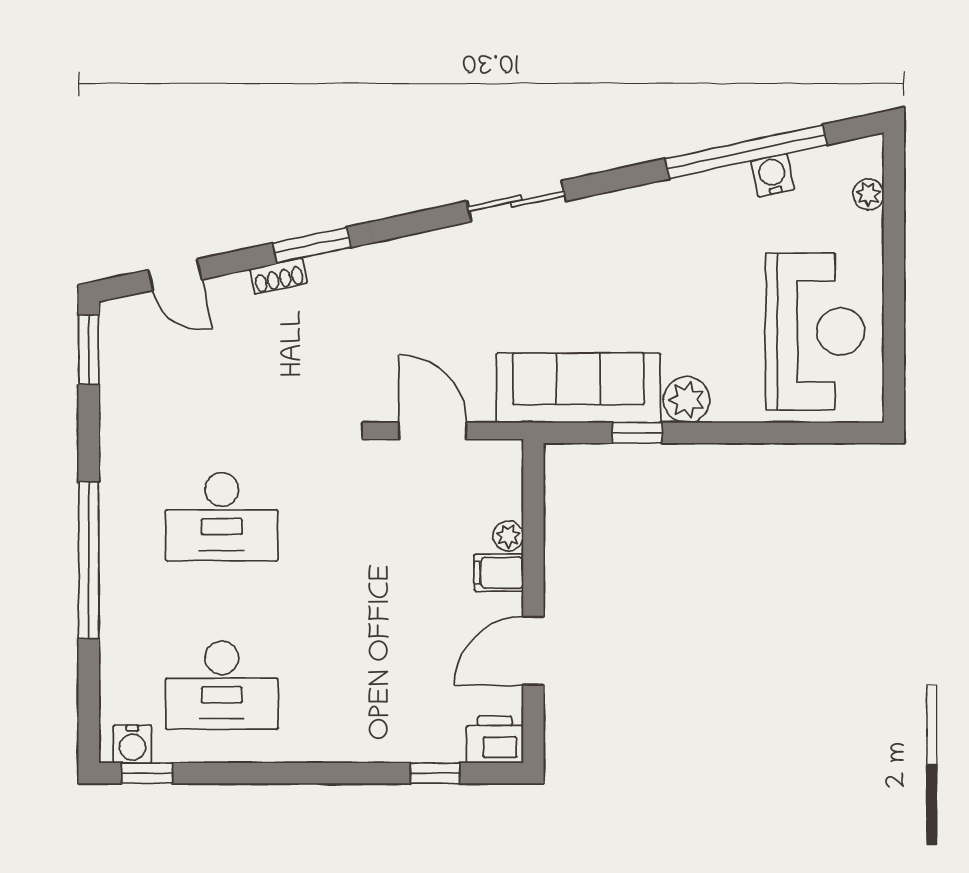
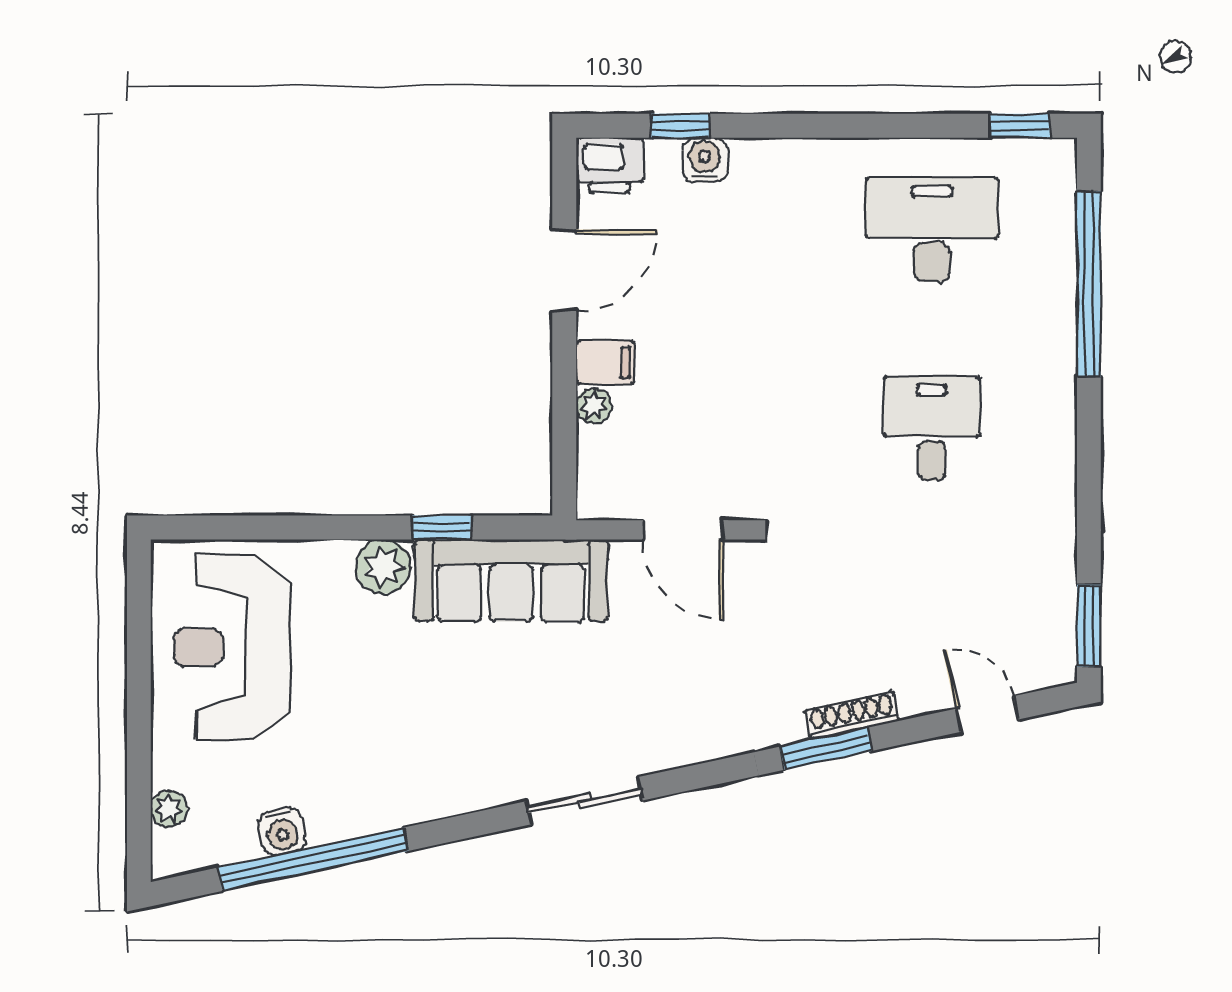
shoe rack: (278, 276) -> (852, 715), width x1.43
desk: (222, 517) -> (932, 428), width x0.73
window: (89, 560) -> (1089, 284), moved
water cooler: (132, 744) -> (705, 160), moved

